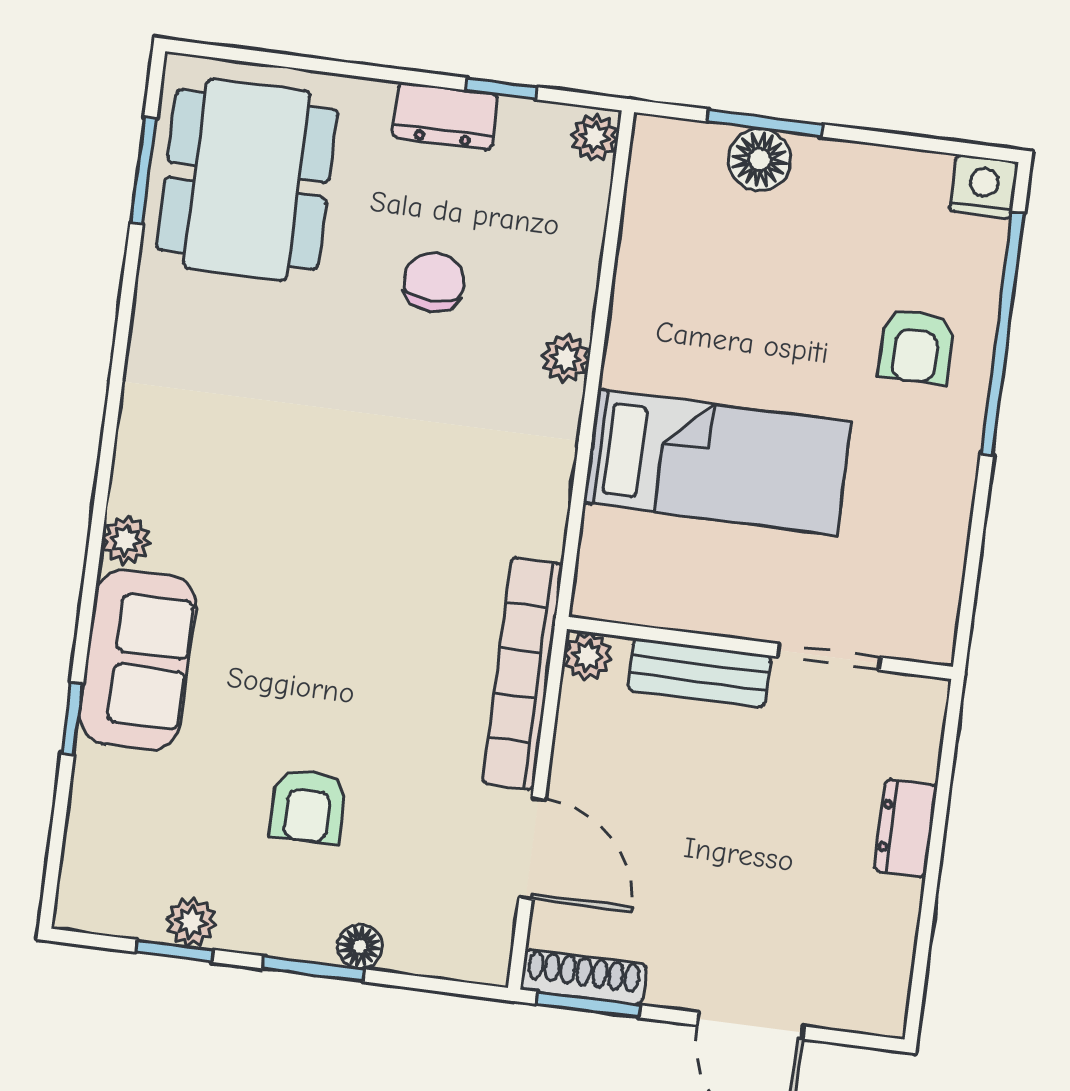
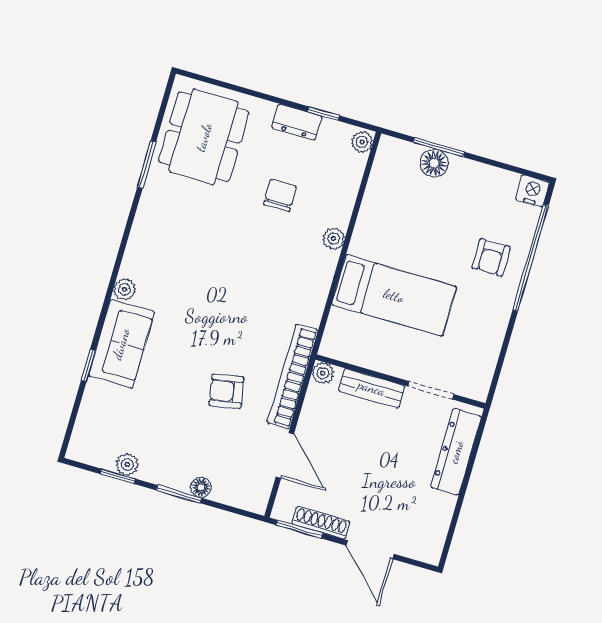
window: (143, 170) -> (147, 164), moved
armchair: (308, 806) -> (226, 391), moved, turned 80
dresser: (906, 828) -> (456, 452), width x1.96, depth x1.24
shoe rack: (583, 977) -> (321, 523), moved

